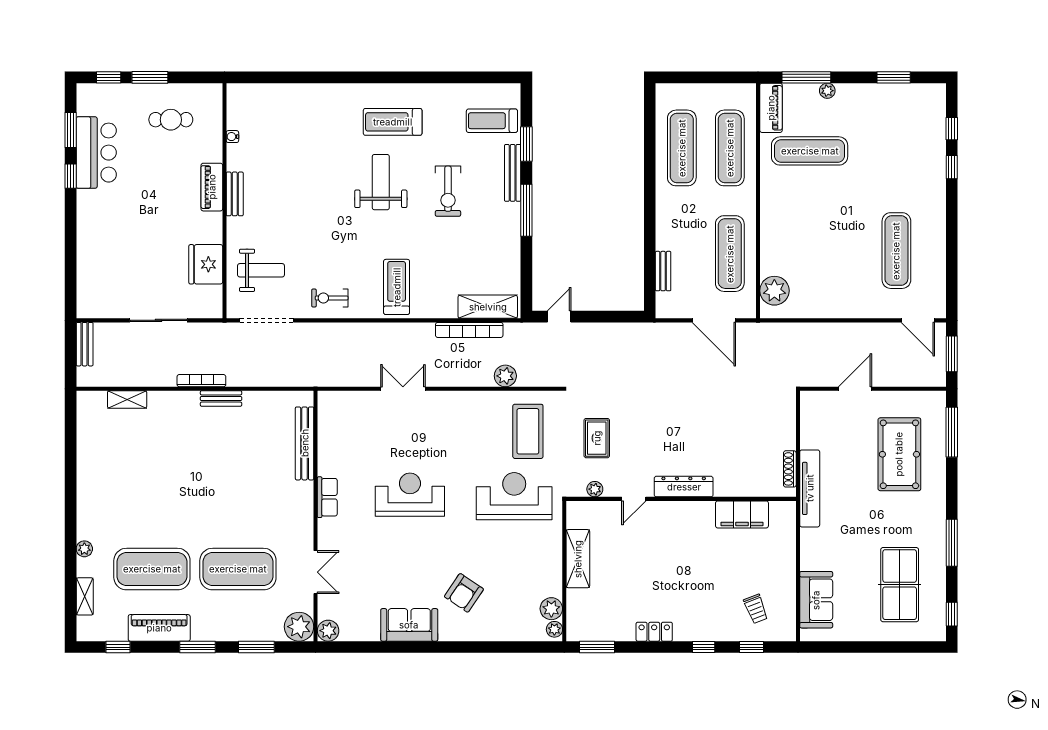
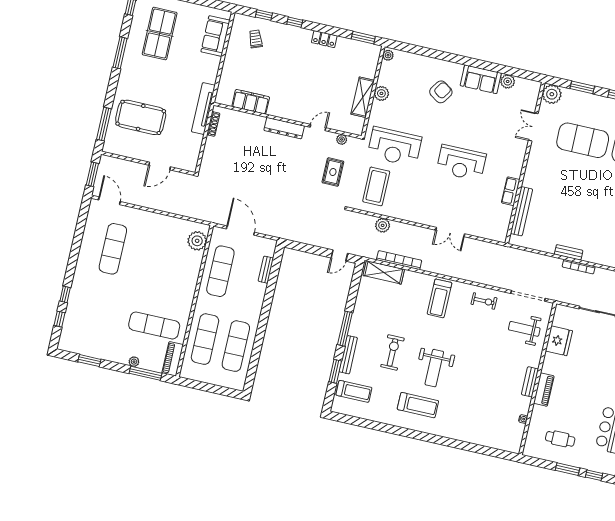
pool table: (899, 454) -> (141, 117), turned 90
row of seats: (327, 497) -> (511, 191), moved
plant: (551, 609) -> (381, 93), moved
plant: (328, 631) -> (508, 81), moved

